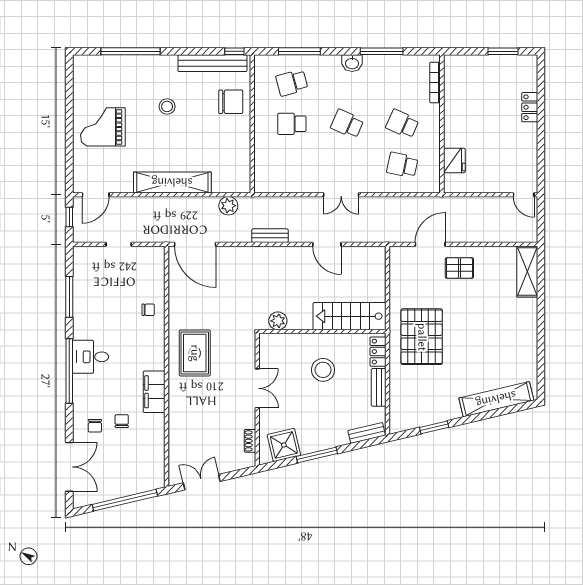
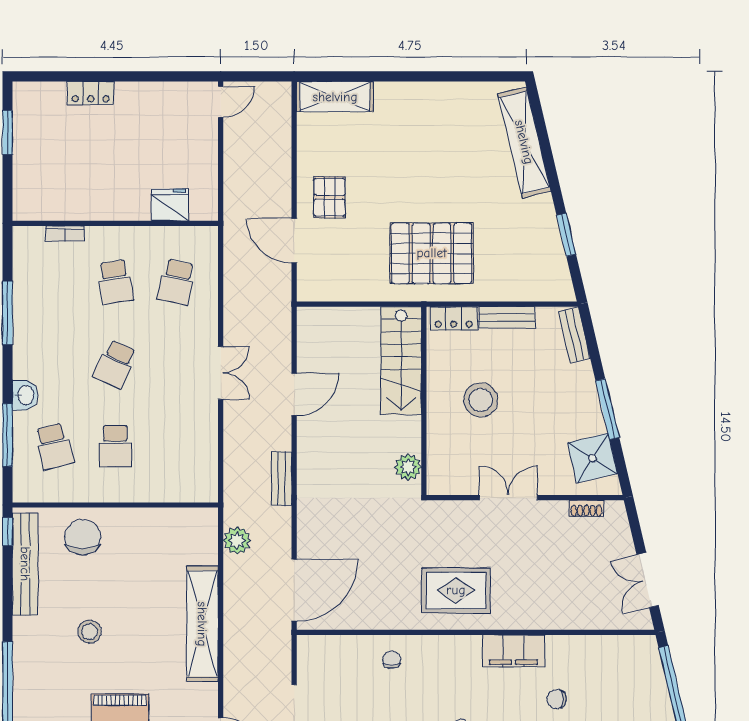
washbasin: (352, 63) -> (25, 395), moved
bookcase: (435, 82) -> (65, 234), width x0.64
school desk: (402, 124) -> (115, 282), turned -33

